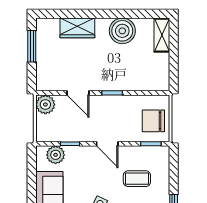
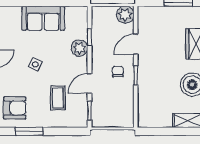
chair: (153, 121) -> (118, 72), moved, width x0.54, depth x0.54
door: (107, 144) -> (89, 83), moved
plant: (56, 155) -> (79, 48), moved

